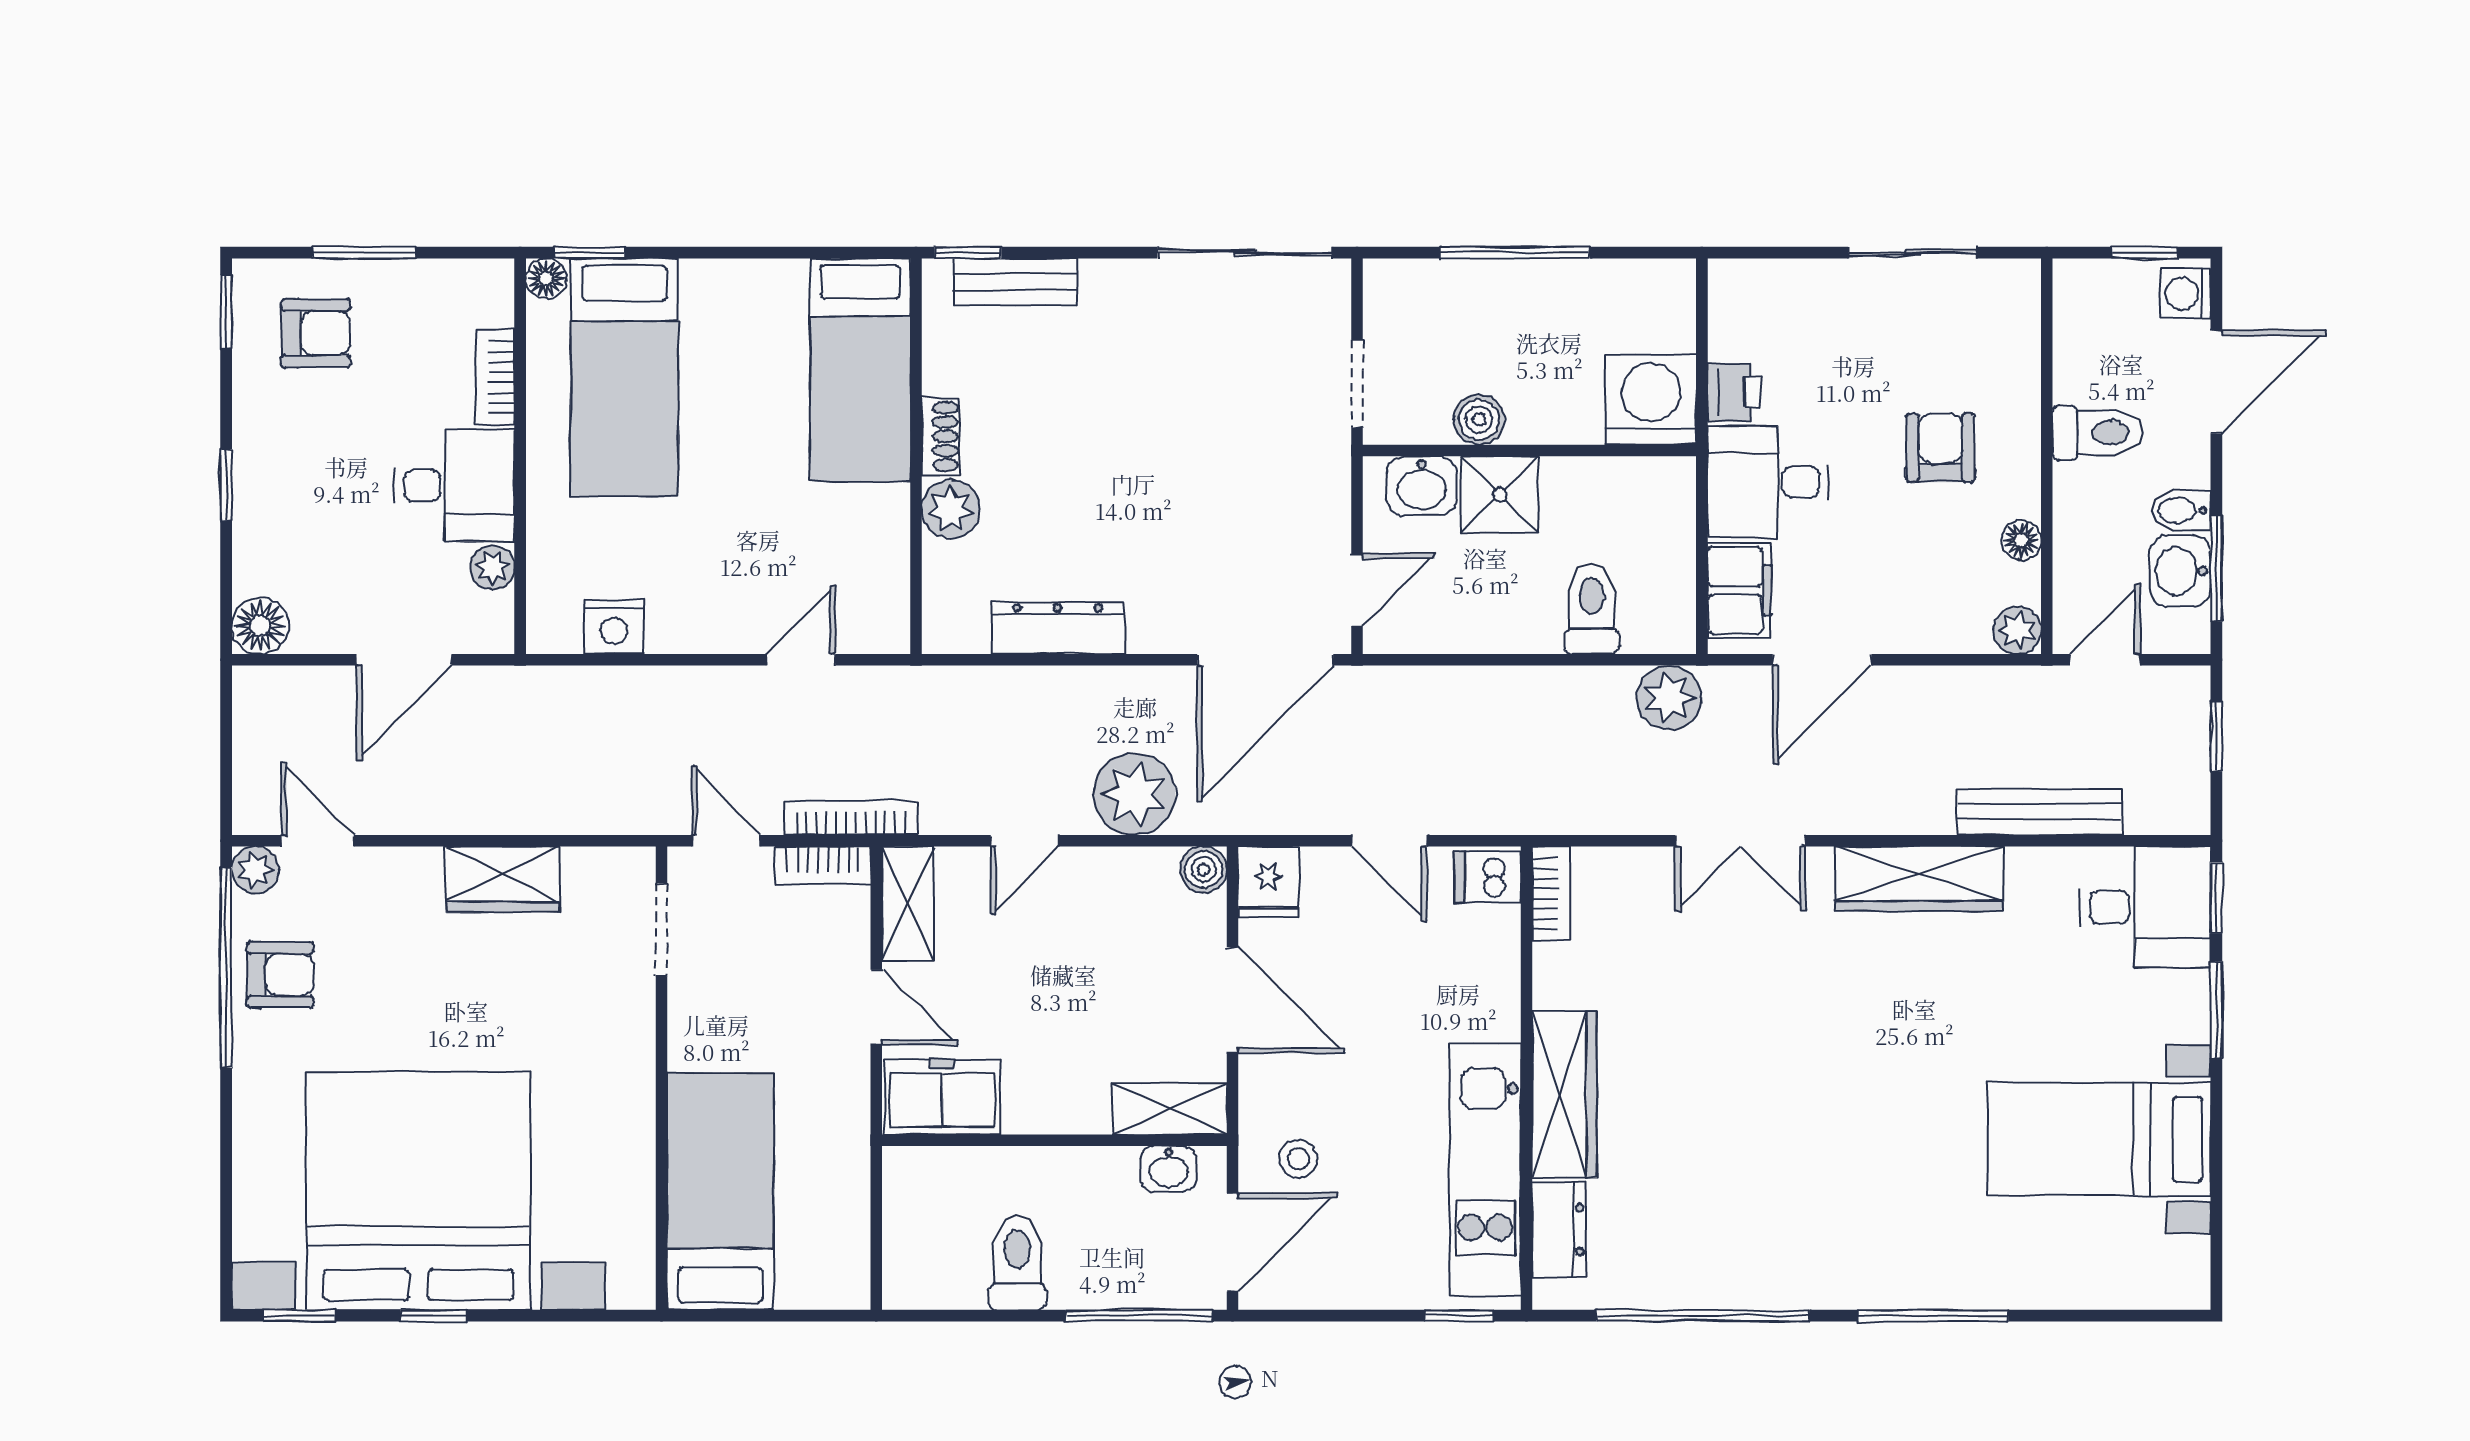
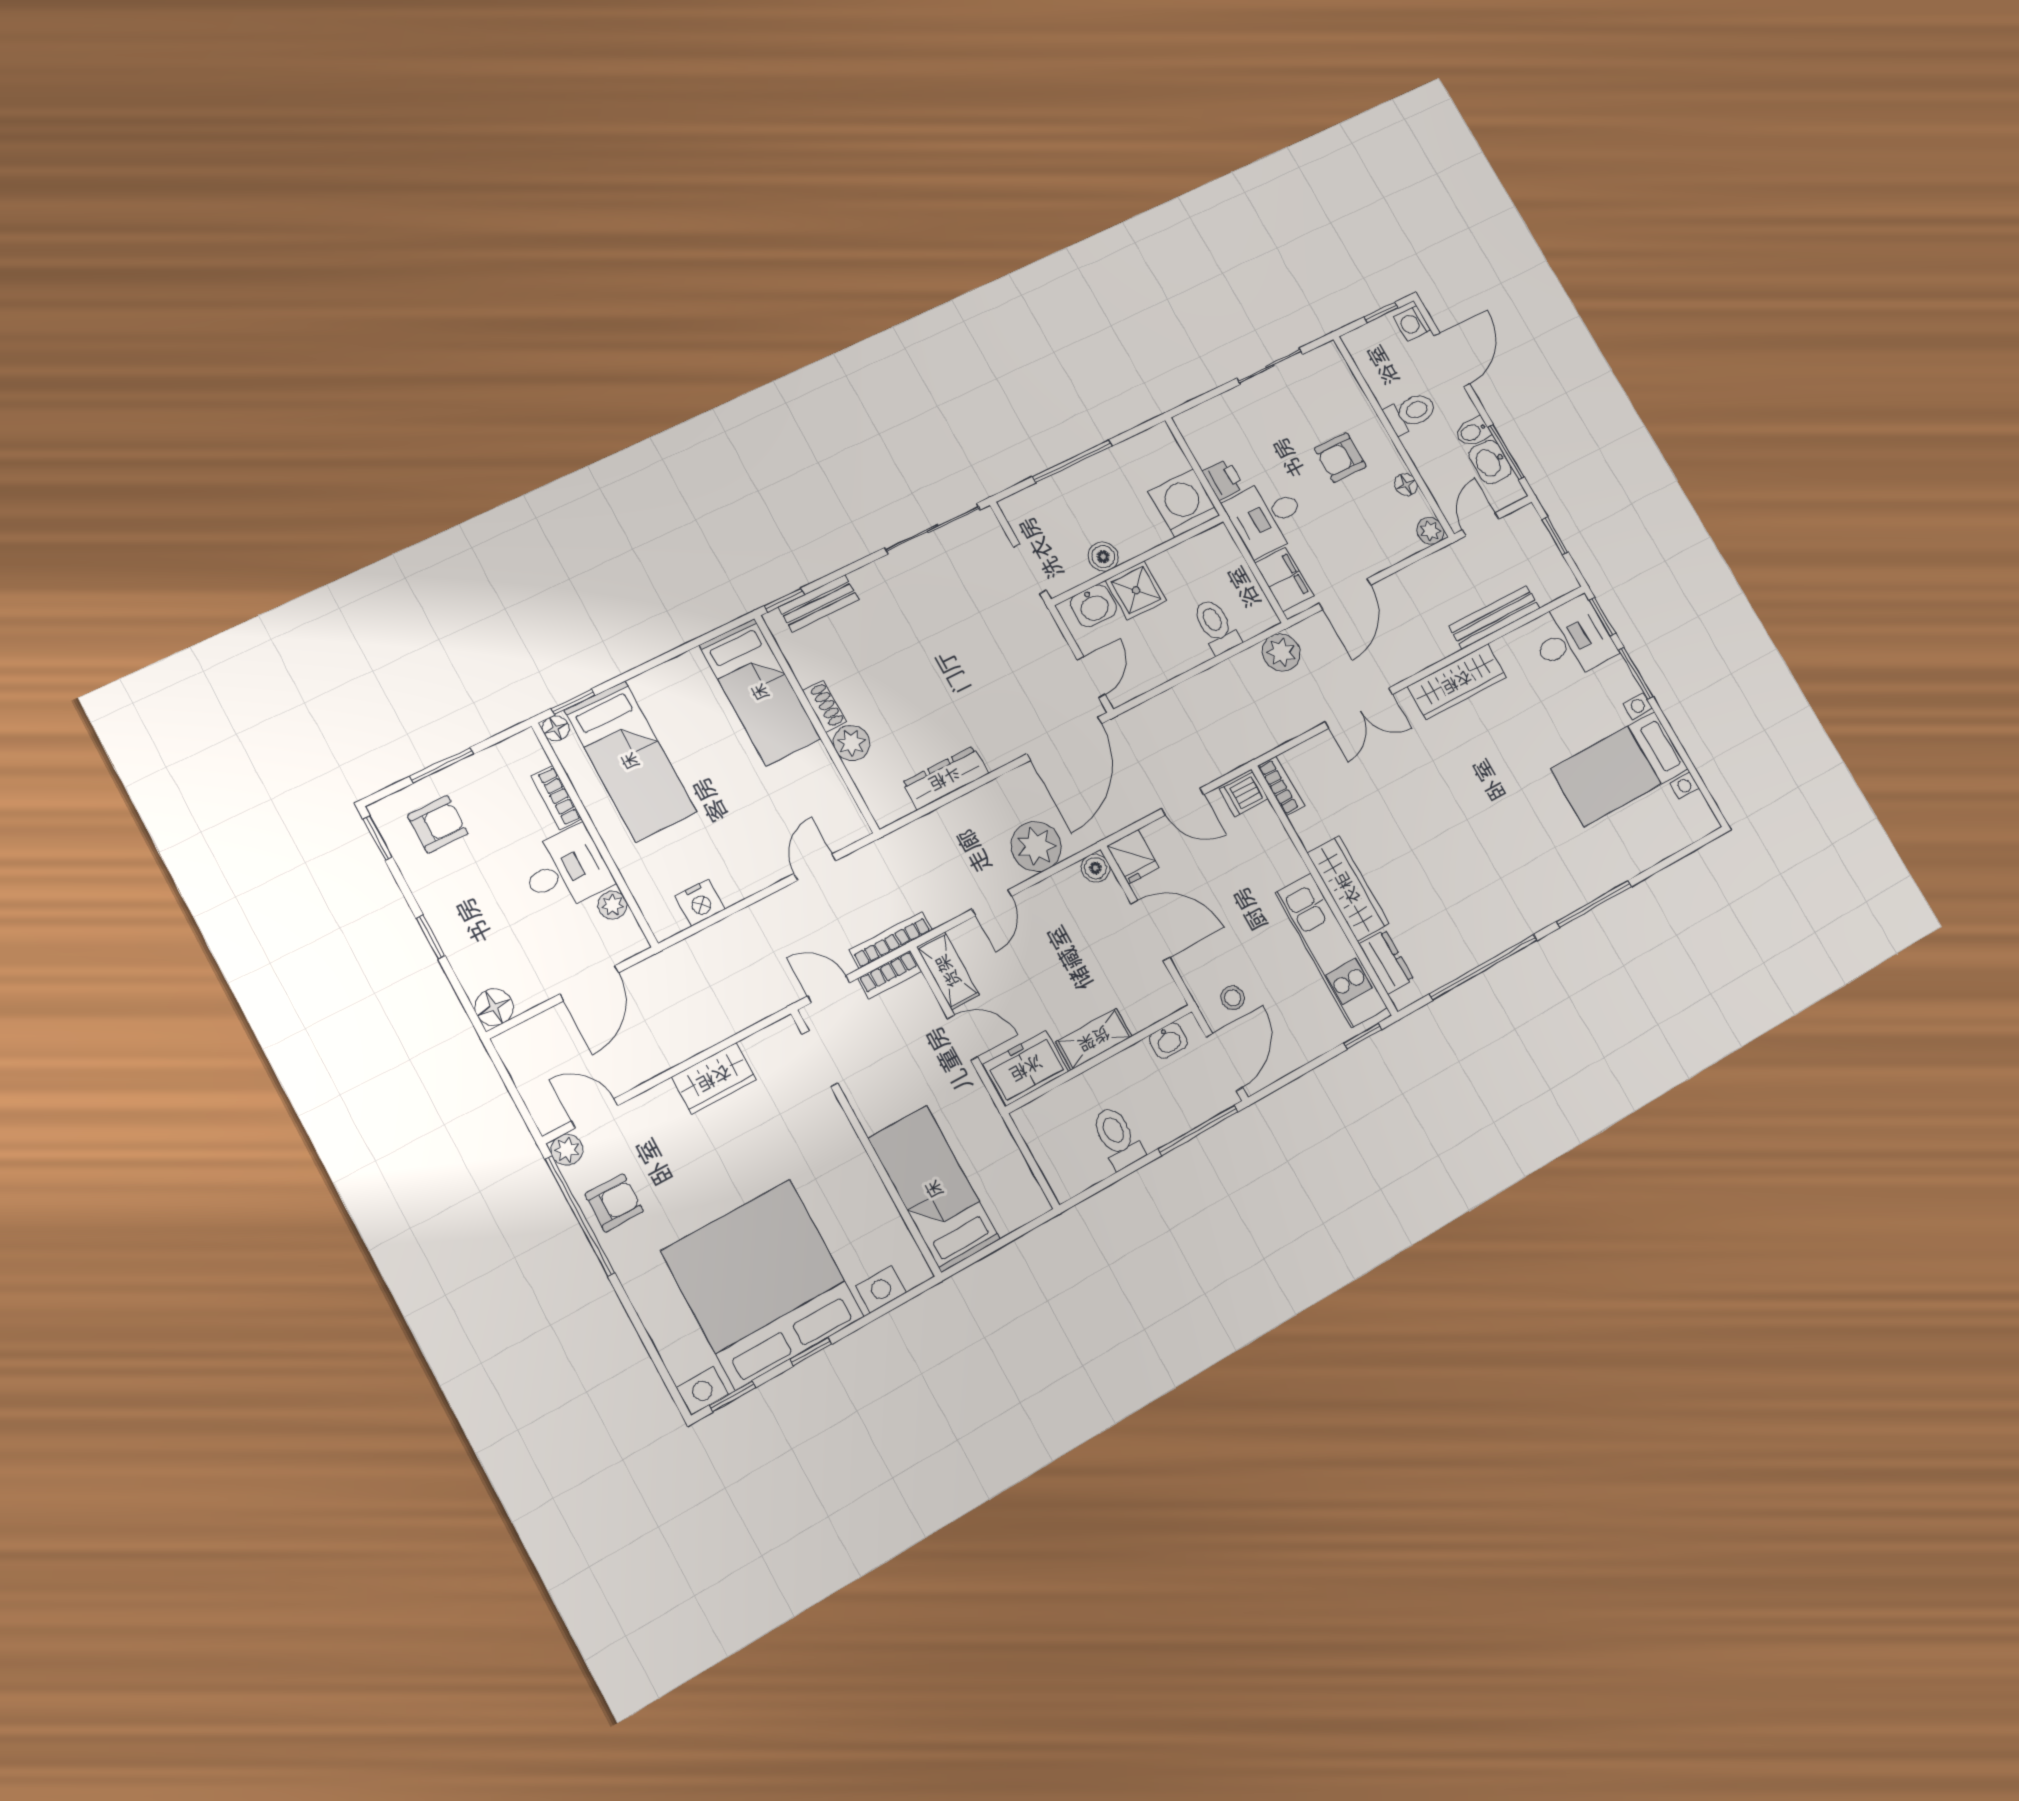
armchair: (1940, 448) -> (1340, 458), turned -90
shelving: (1170, 1109) -> (1094, 1039), moved

